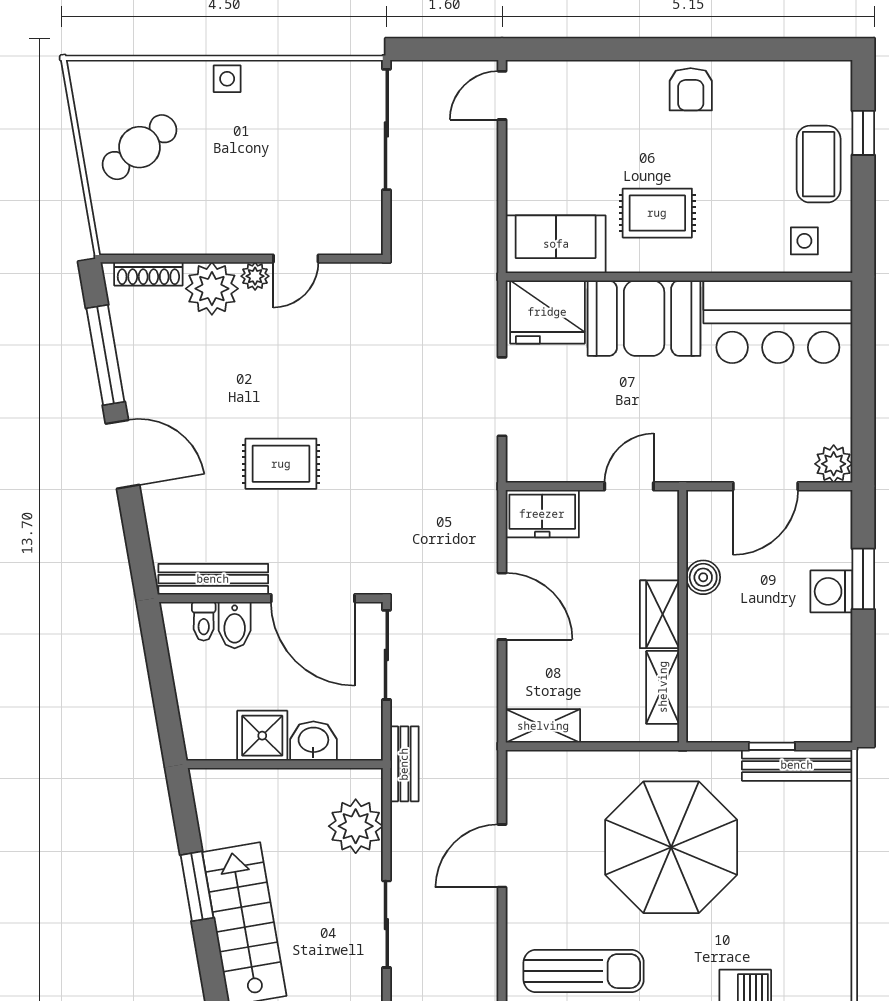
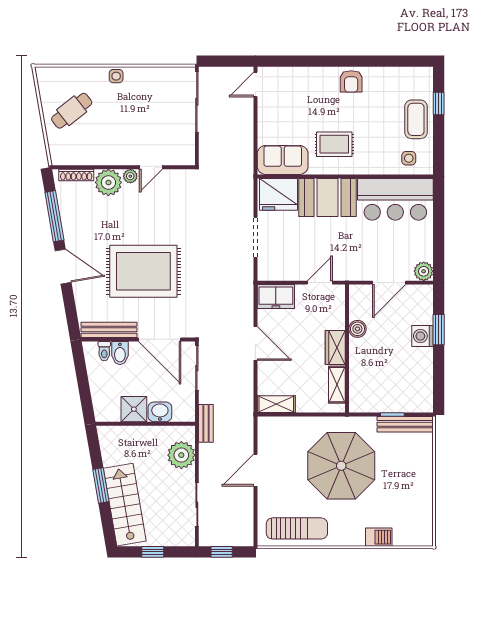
rug: (281, 464) -> (143, 271), width x1.86, depth x2.06

